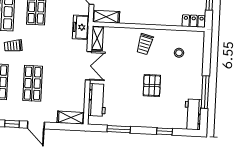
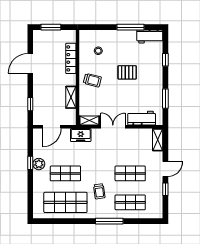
shelving: (106, 17) -> (71, 97), moved
locker: (194, 21) -> (71, 58), moved, width x1.53

